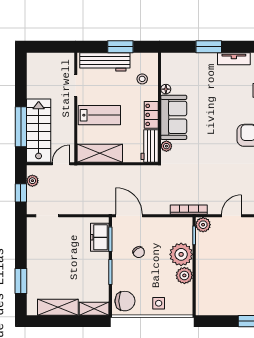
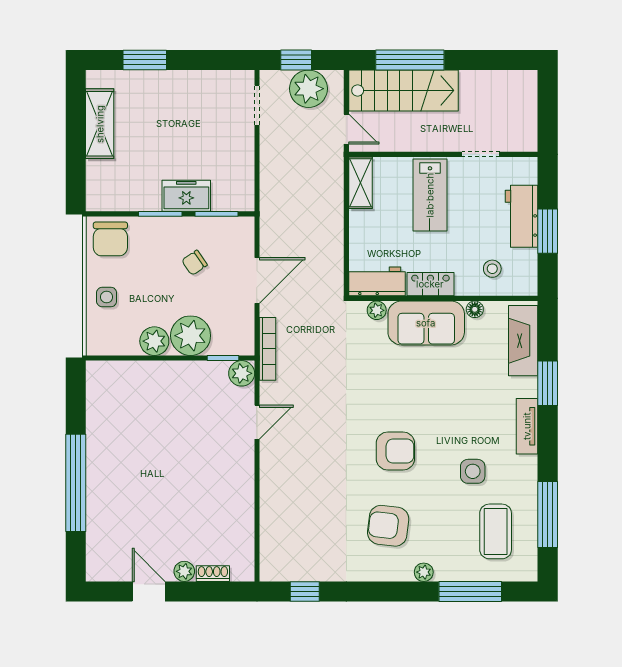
fireplace: (184, 61) -> (523, 341), added
workbench: (105, 62) -> (522, 216), width x0.73
shelving: (100, 153) -> (361, 183), width x0.67, depth x0.75
plant: (32, 181) -> (308, 89), width x1.88, depth x1.88
door: (129, 216) -> (257, 280), moved
door: (231, 216) -> (257, 422), hinge flipped
freezer: (100, 237) -> (186, 196), moved
shelving: (94, 309) -> (97, 186), removed

